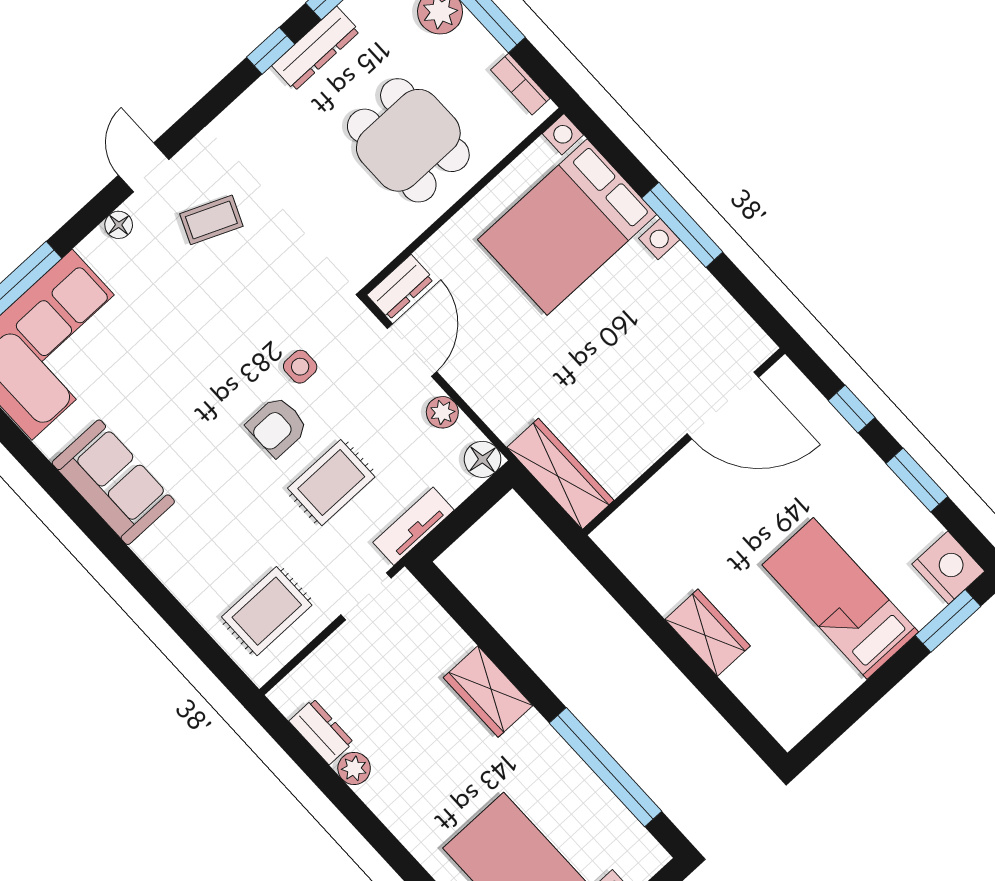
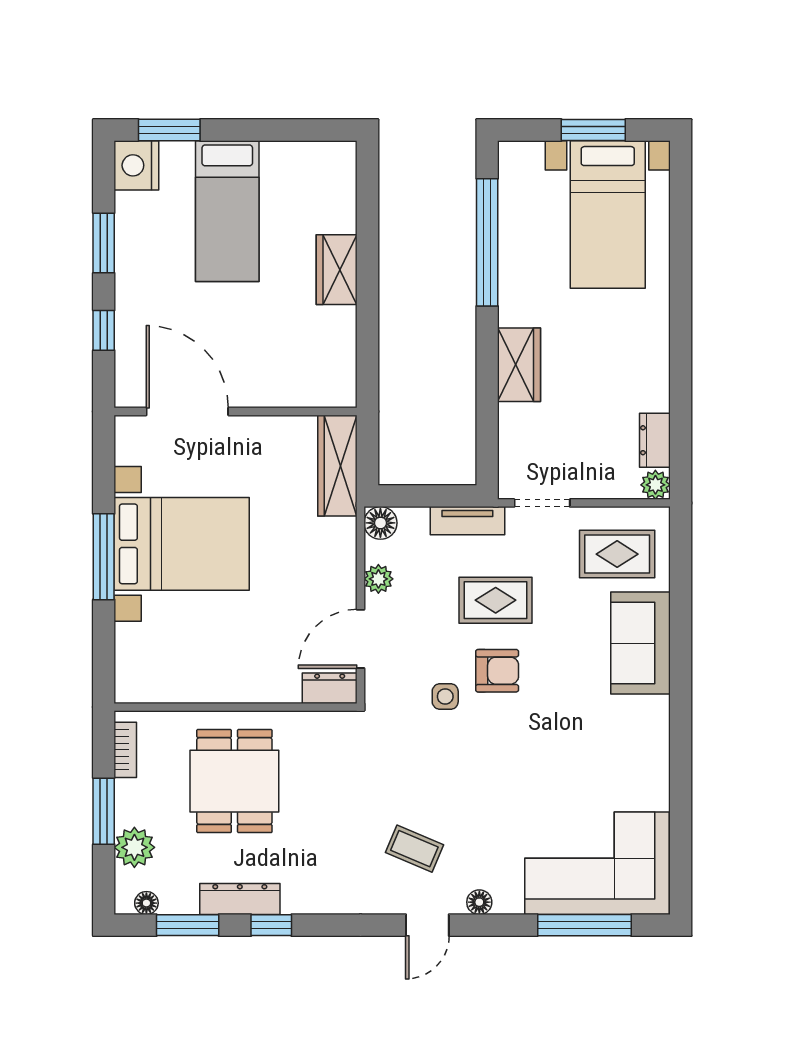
bed with nightstands: (567, 227) -> (182, 544), moved
sofa: (113, 482) -> (641, 643), moved
plant: (354, 768) -> (655, 485), moved

